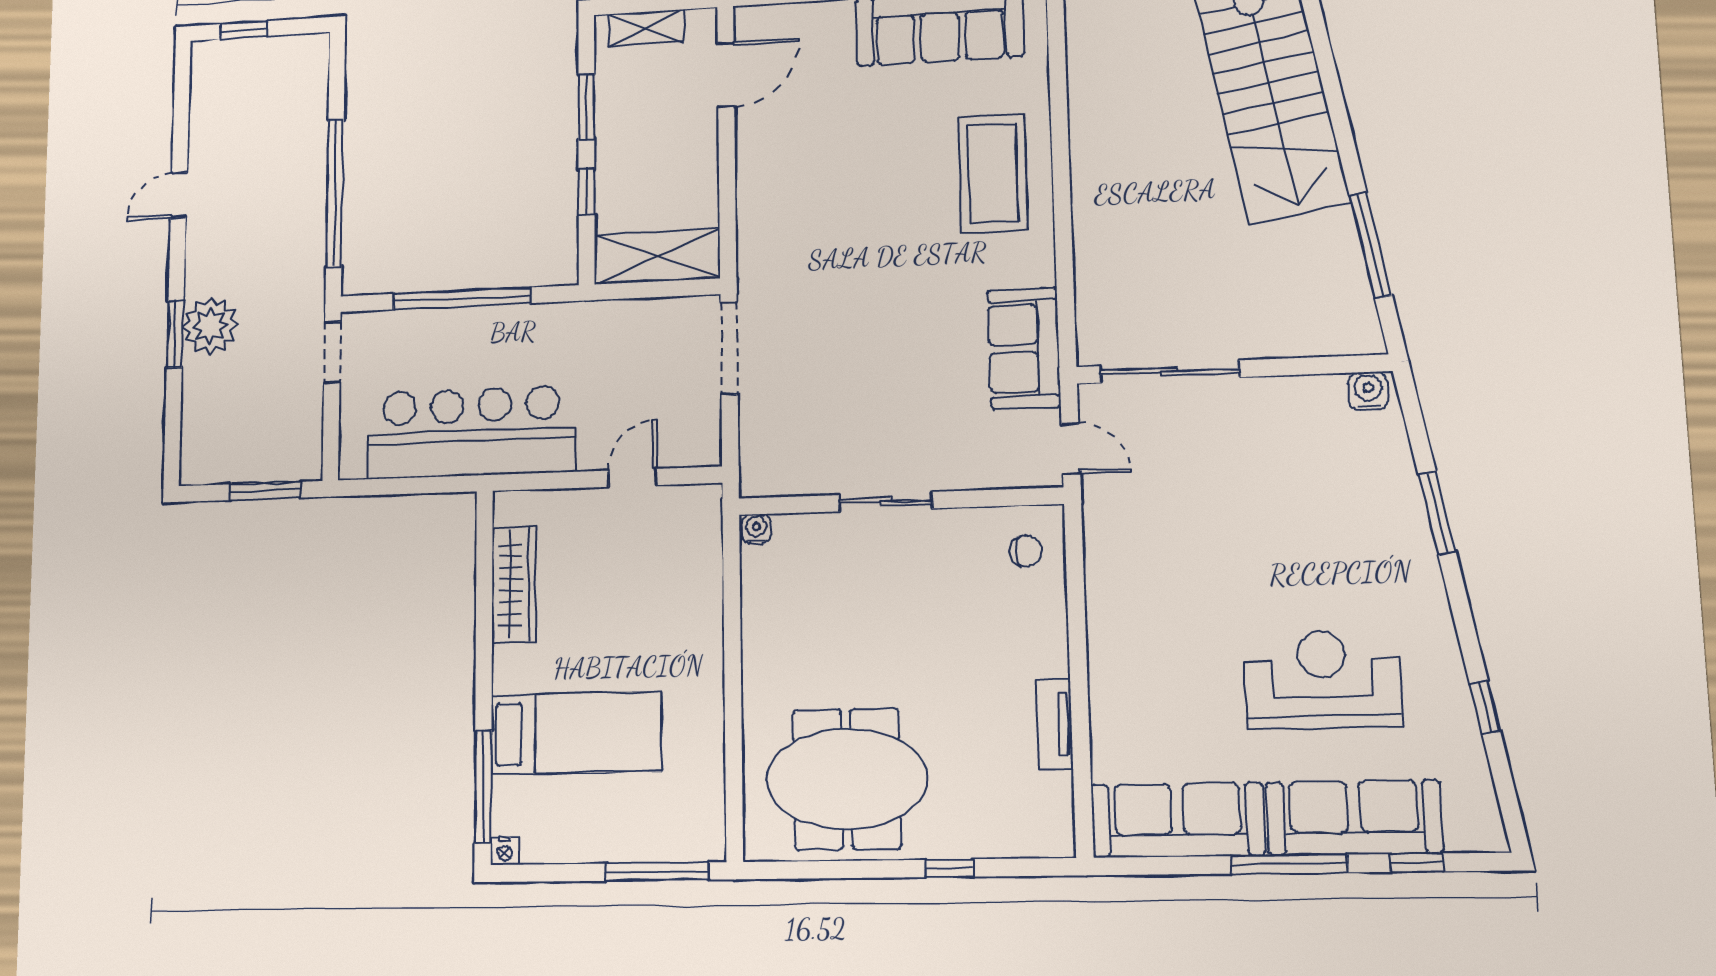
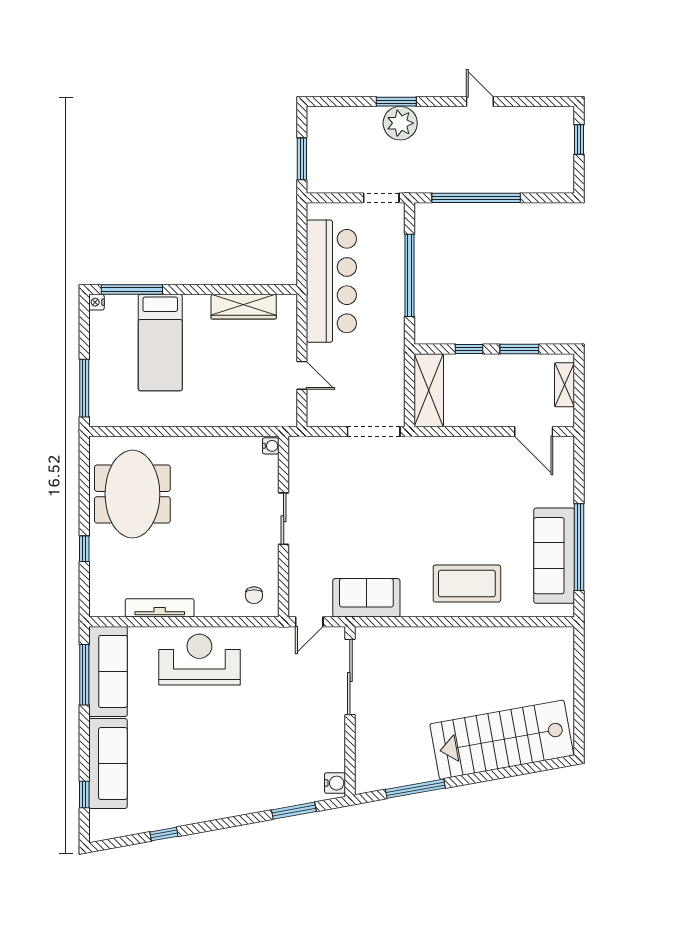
window: (1437, 513) -> (294, 811), moved
reception desk: (1322, 679) -> (199, 660), moved, turned -90
tv unit: (1055, 724) -> (160, 608), width x1.41
window: (1289, 864) -> (84, 675), moved

